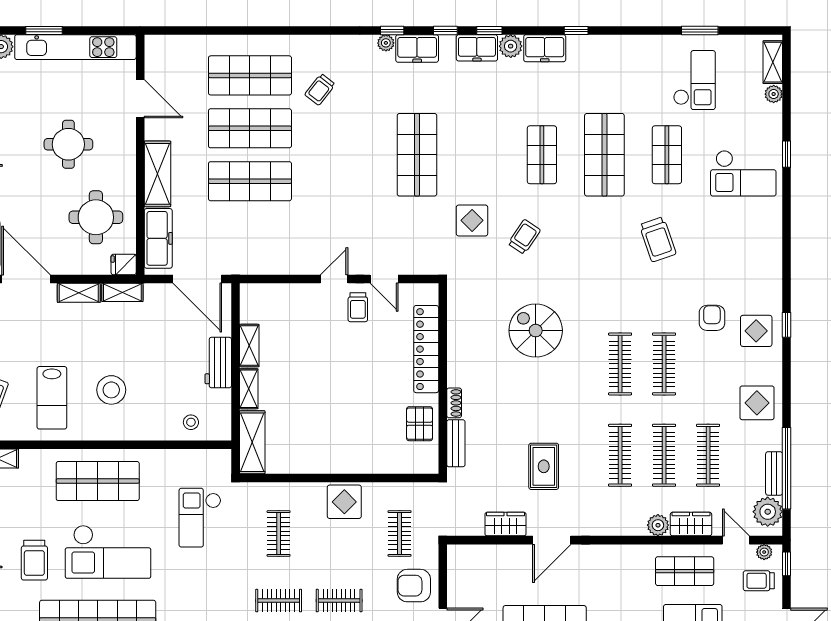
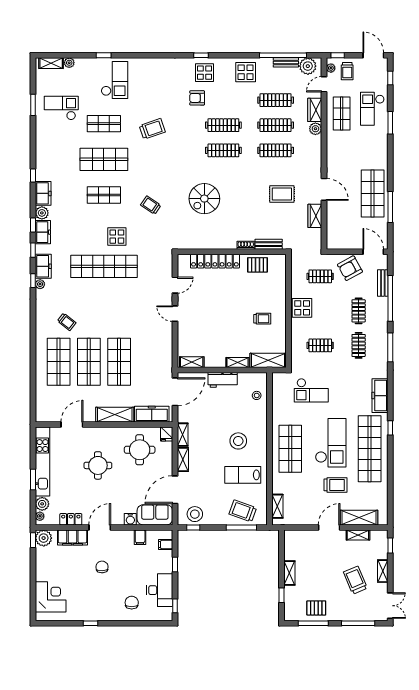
shop shelf: (417, 155) -> (104, 266), width x1.40
display table: (472, 220) -> (117, 237), moved
trolley: (358, 307) -> (262, 319), moved
shelving: (249, 346) -> (192, 362), moved
lab bench: (52, 398) -> (243, 475), turned 180
armchair: (414, 586) -> (350, 268), turned 61

